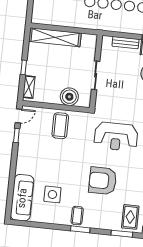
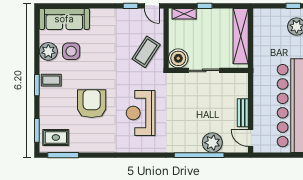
wall: (96, 72) -> (208, 70), moved
sliding door: (96, 75) -> (204, 70), moved
coffee table: (60, 126) -> (146, 52), turned -57
plant: (50, 215) -> (48, 51), added

